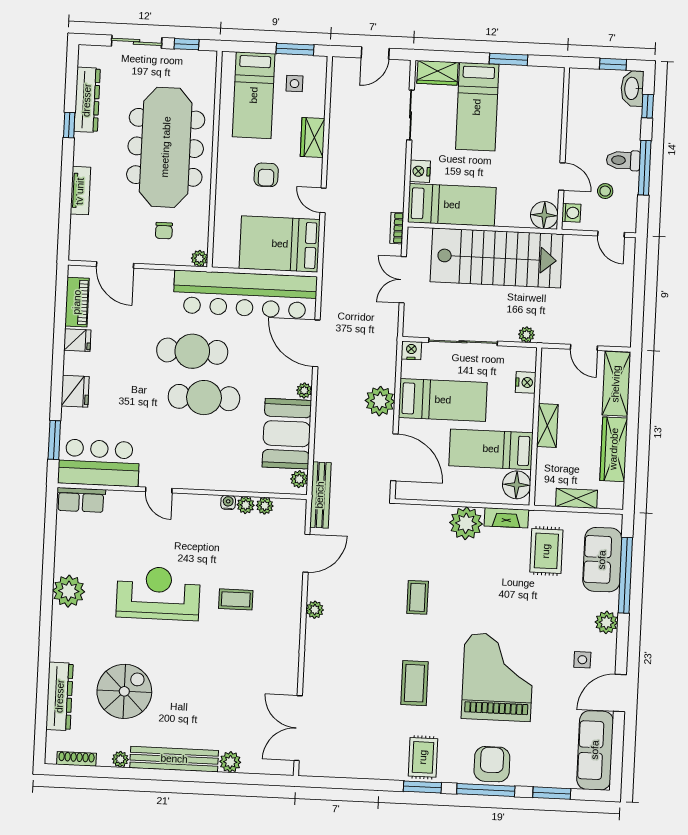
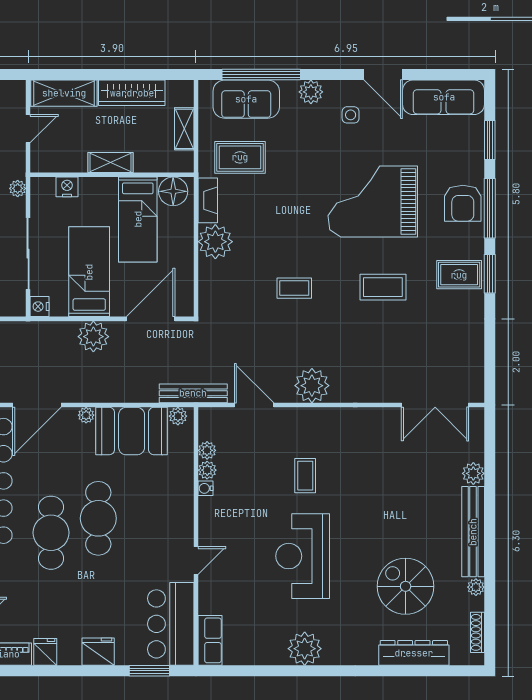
plant: (315, 610) -> (312, 386), width x1.87, depth x1.87
armchair: (492, 764) -> (463, 203), turned -90

